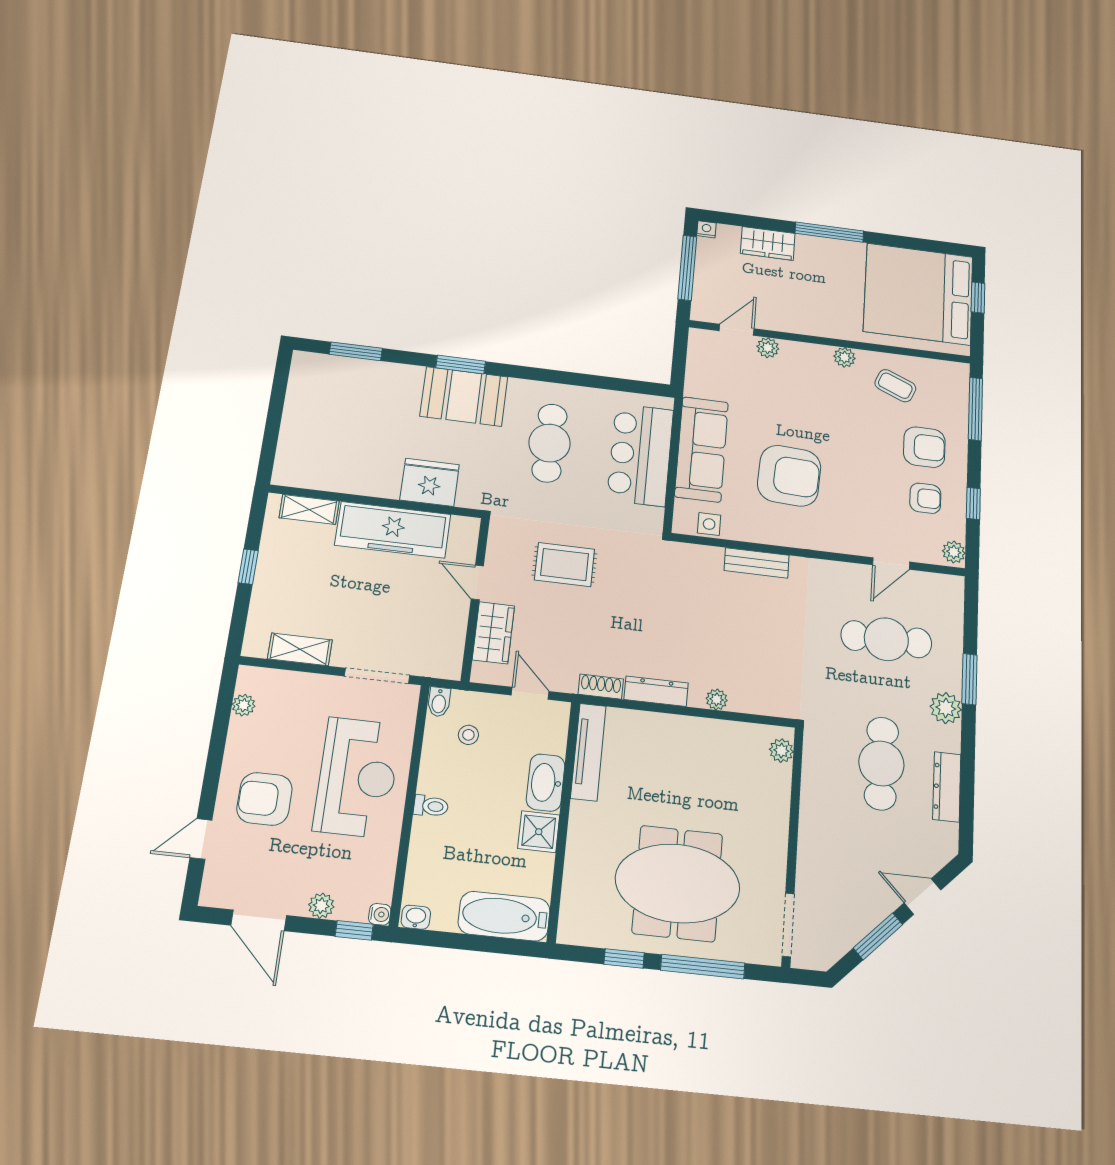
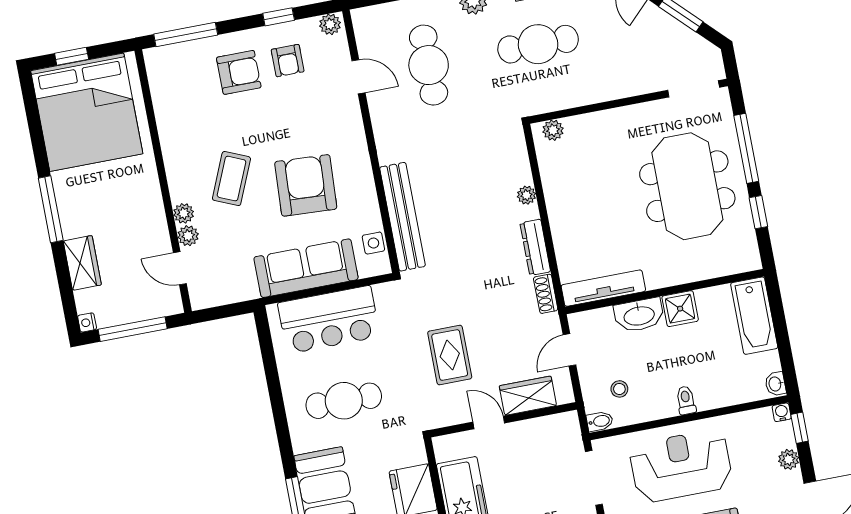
plant: (845, 357) -> (184, 213), moved
coffee table: (895, 386) -> (231, 179), moved, width x1.36, depth x1.30
armchair: (924, 447) -> (239, 72), turned 90
armchair: (925, 498) -> (288, 61), turned 180
bench: (757, 563) -> (402, 217), width x1.86, depth x1.21
door: (477, 582) -> (489, 423), swing flipped

